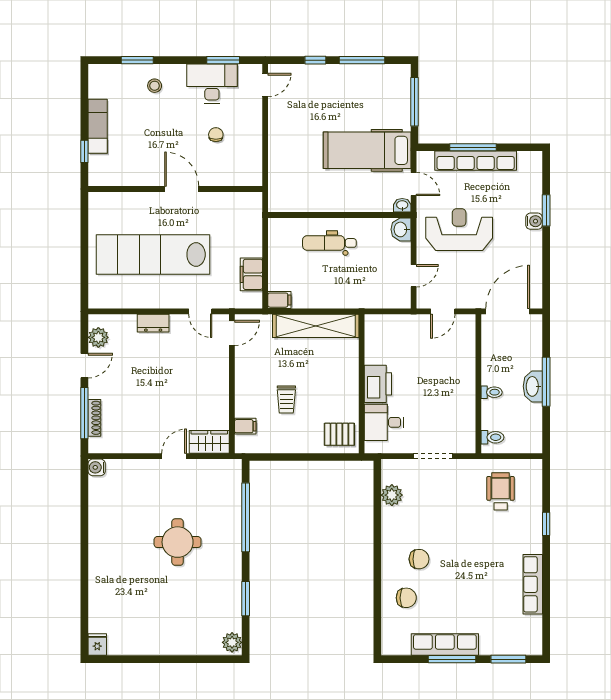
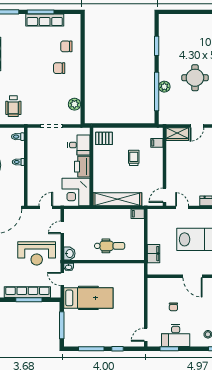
filing cabinet: (251, 274) -> (153, 254), moved
corner desk: (389, 339) -> (76, 192), added
plant: (232, 642) -> (164, 87), moved

